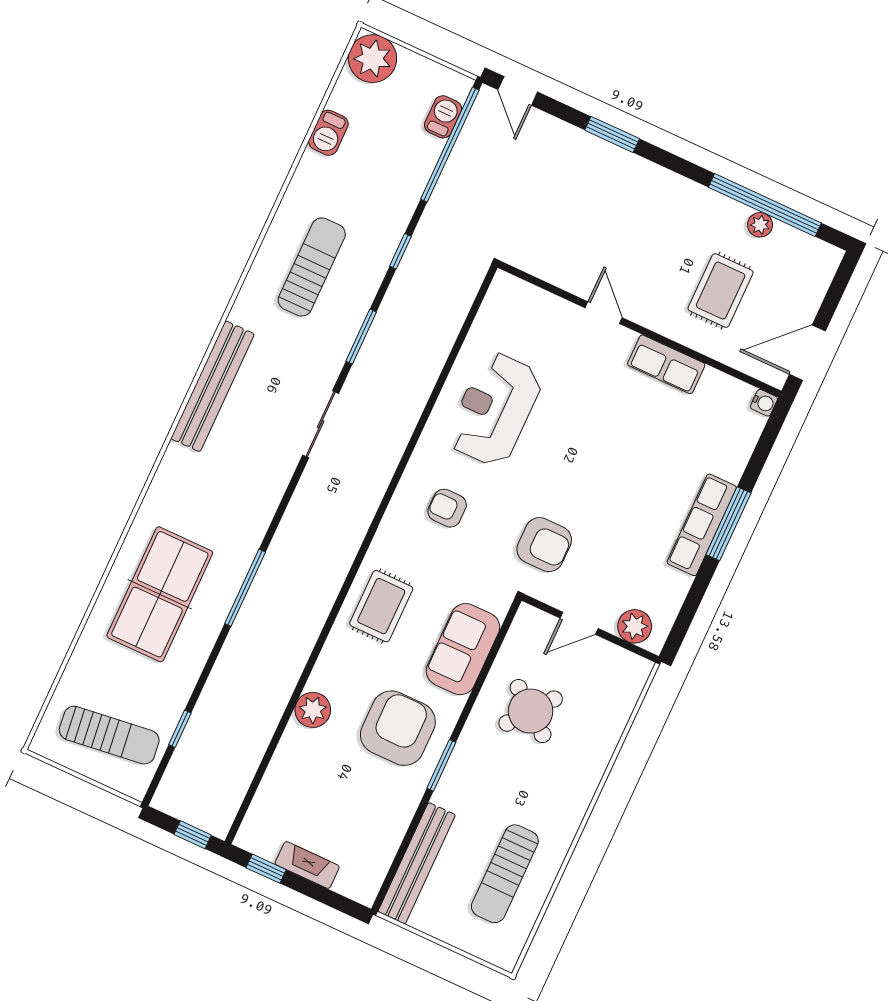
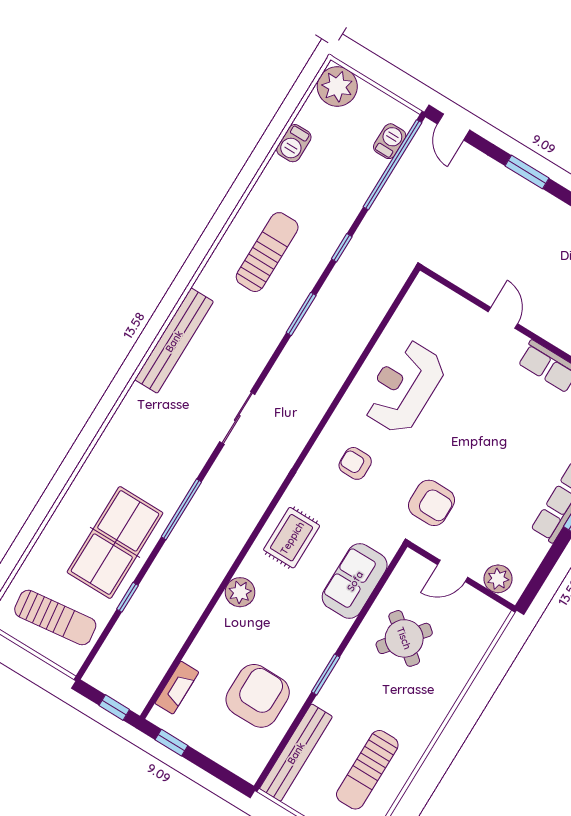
sliding door: (321, 424) -> (237, 418), moved
table tennis table: (160, 594) -> (115, 542), moved
plant: (313, 710) -> (240, 592), moved
armchair: (398, 728) -> (258, 696), moved
window: (180, 729) -> (128, 597), moved
fireplace: (307, 865) -> (177, 688), moved, turned 90

